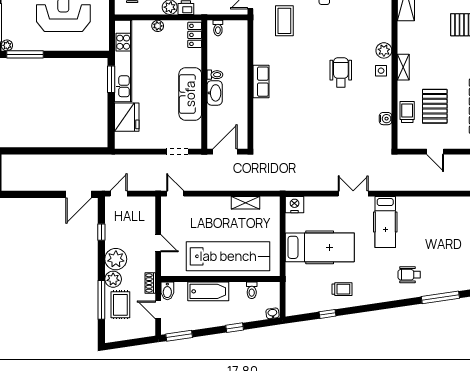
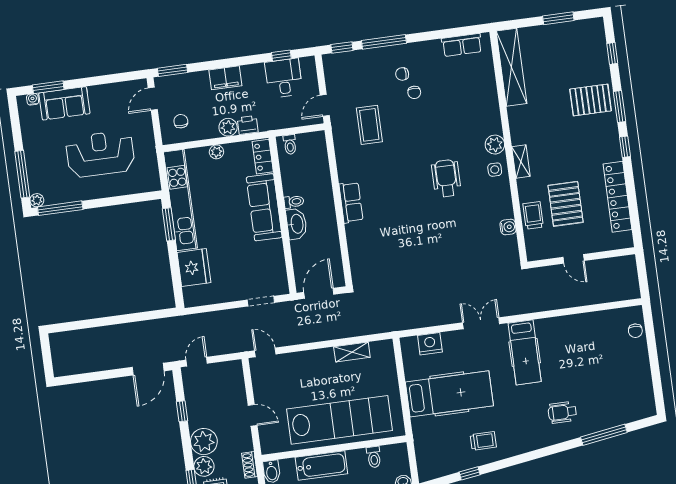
sofa: (190, 94) -> (264, 207), moved
nightstand: (295, 205) -> (430, 344), moved

